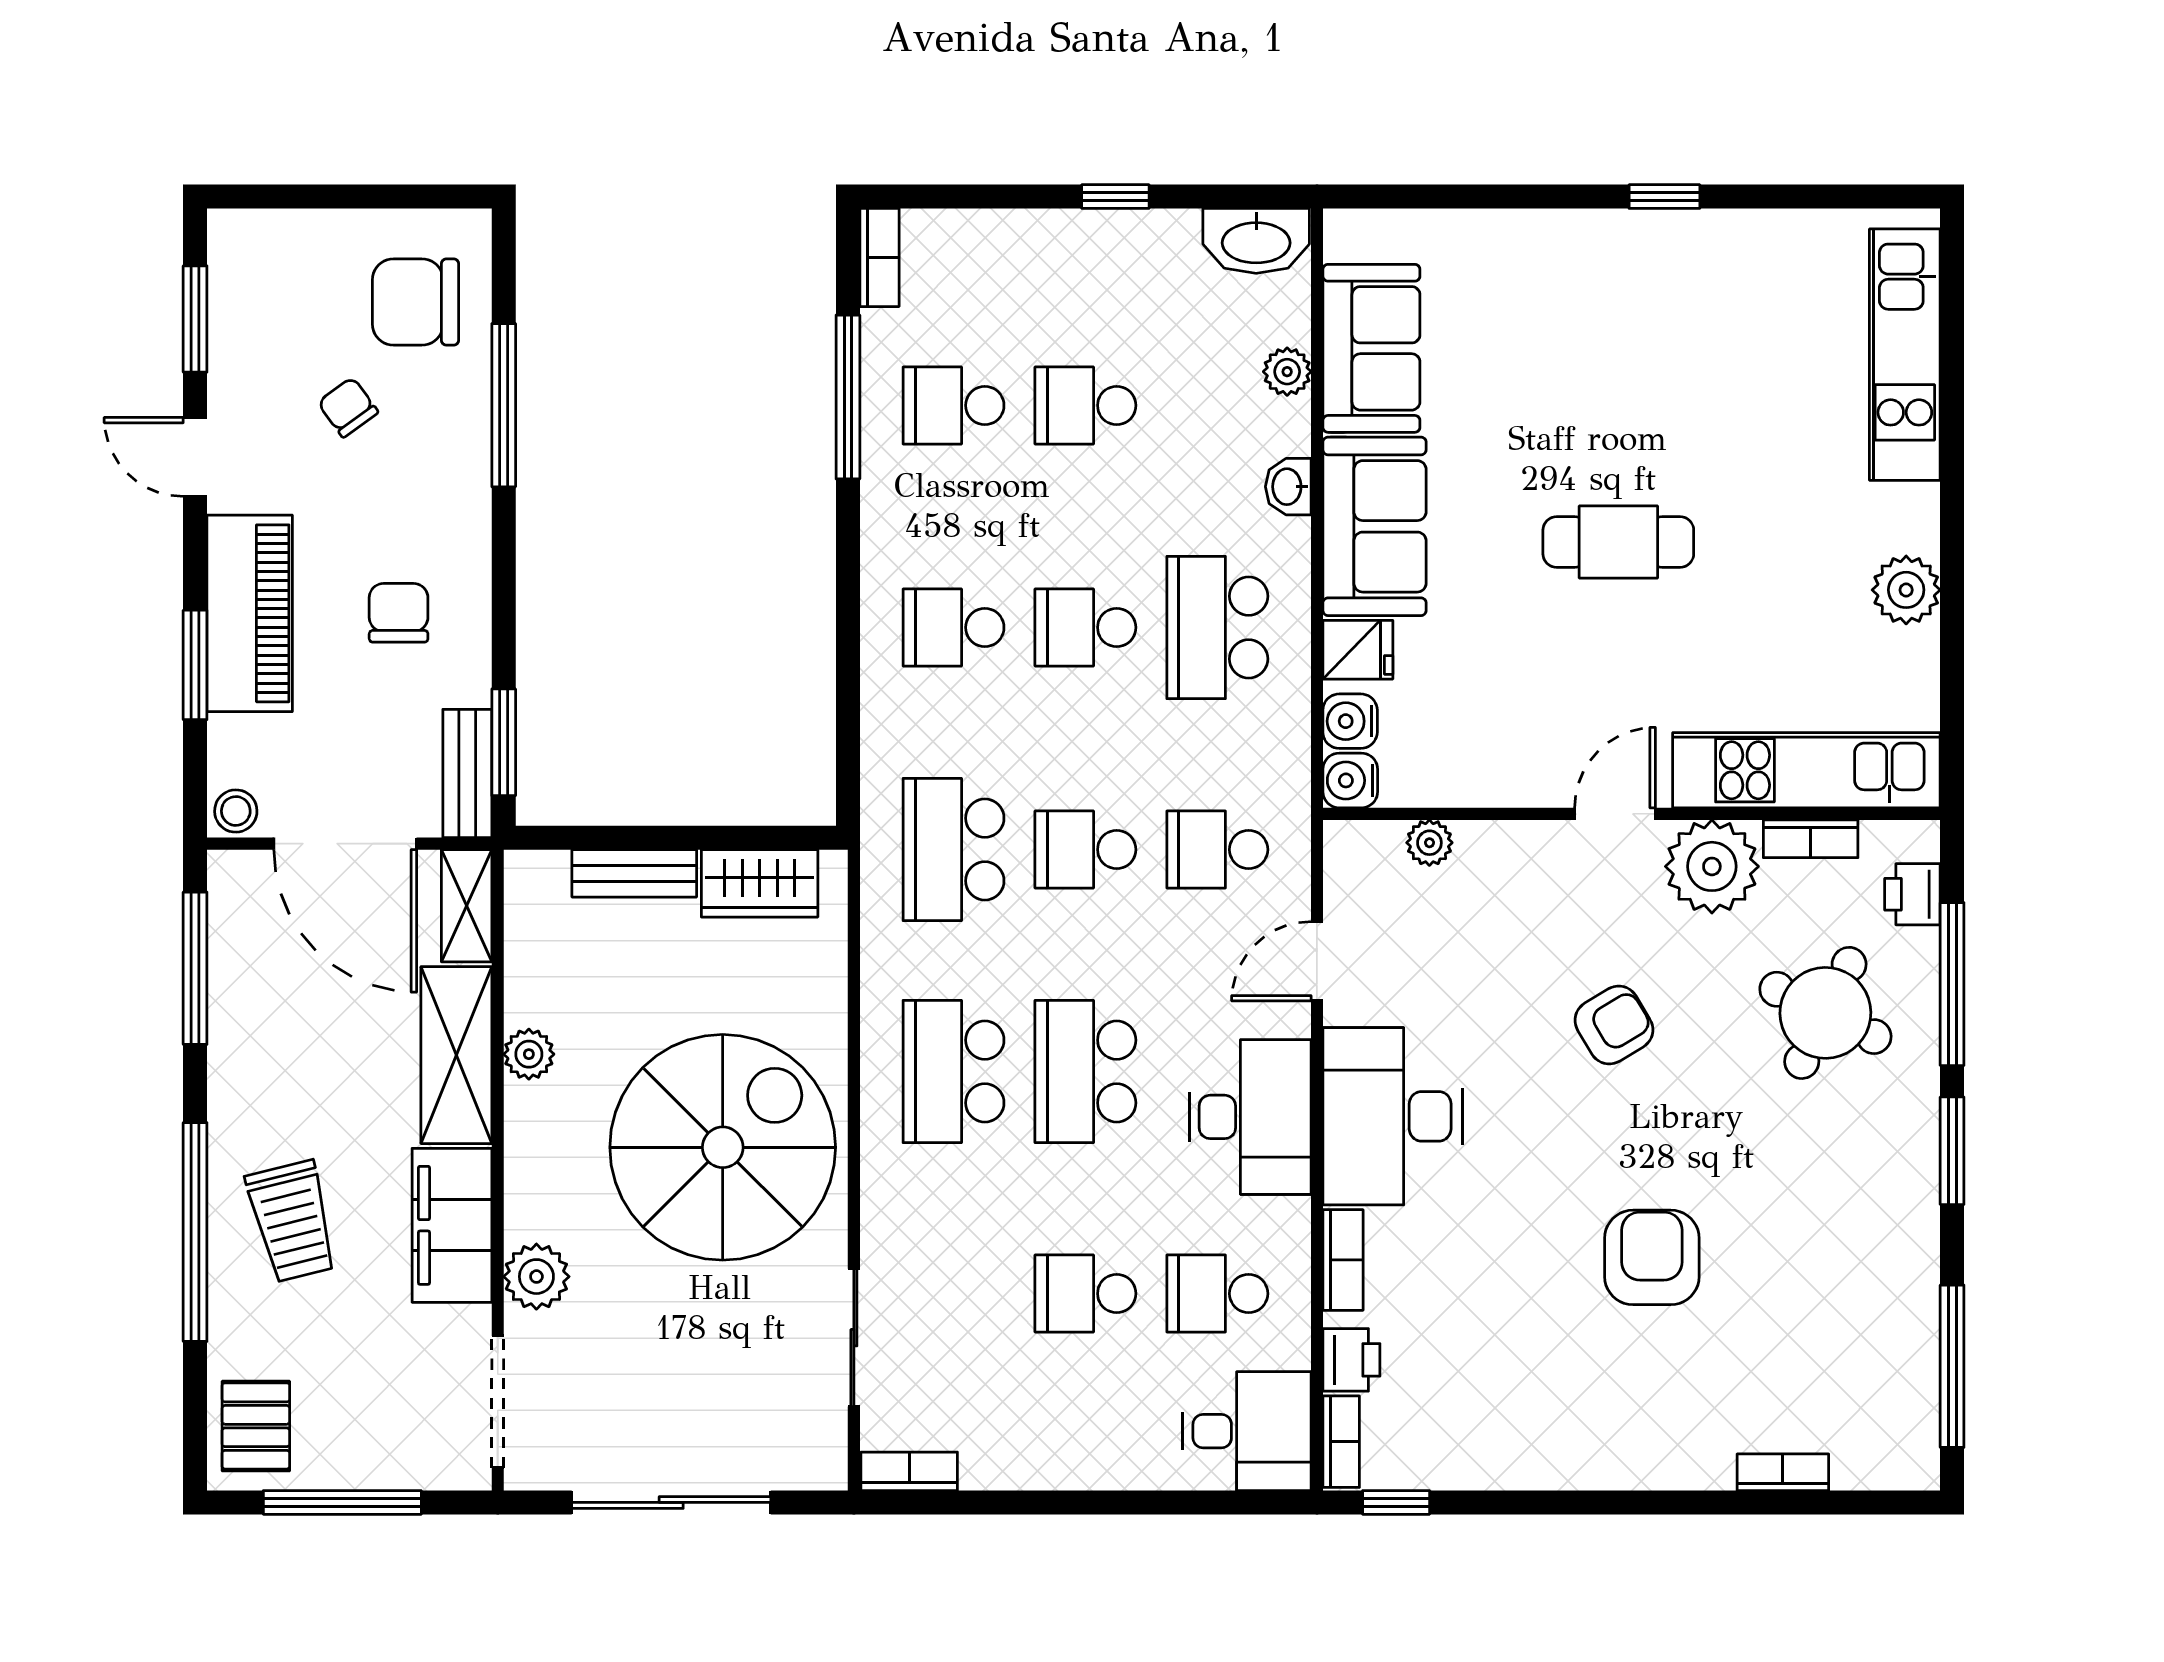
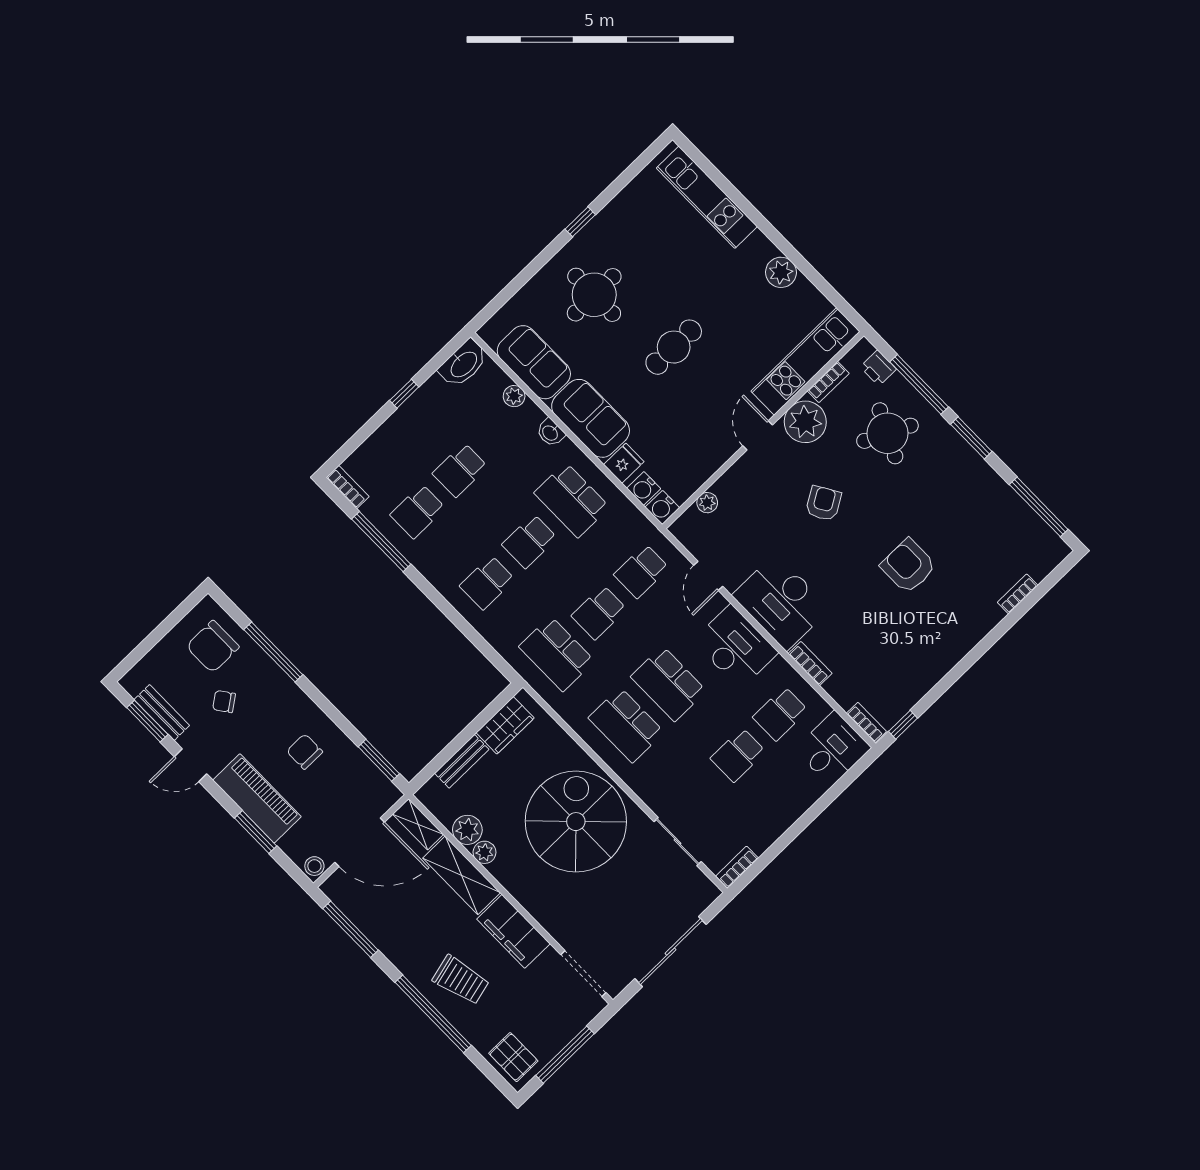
round table: (1573, 335) -> (594, 295), added
bench: (467, 773) -> (162, 713), moved
plant: (536, 1277) -> (467, 830), moved
printer: (1351, 1360) -> (844, 693), removed

